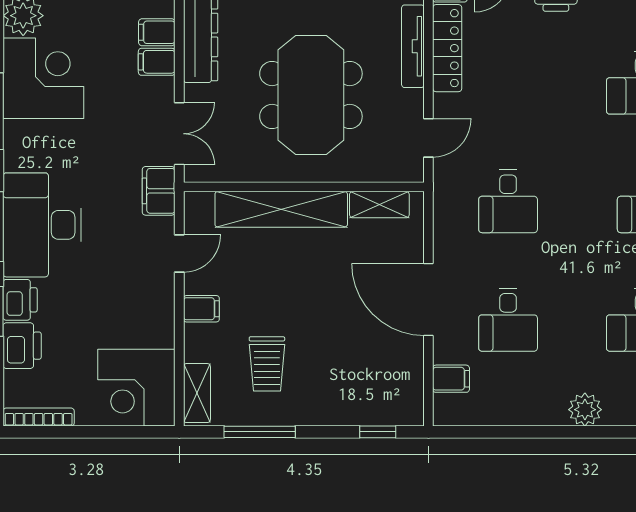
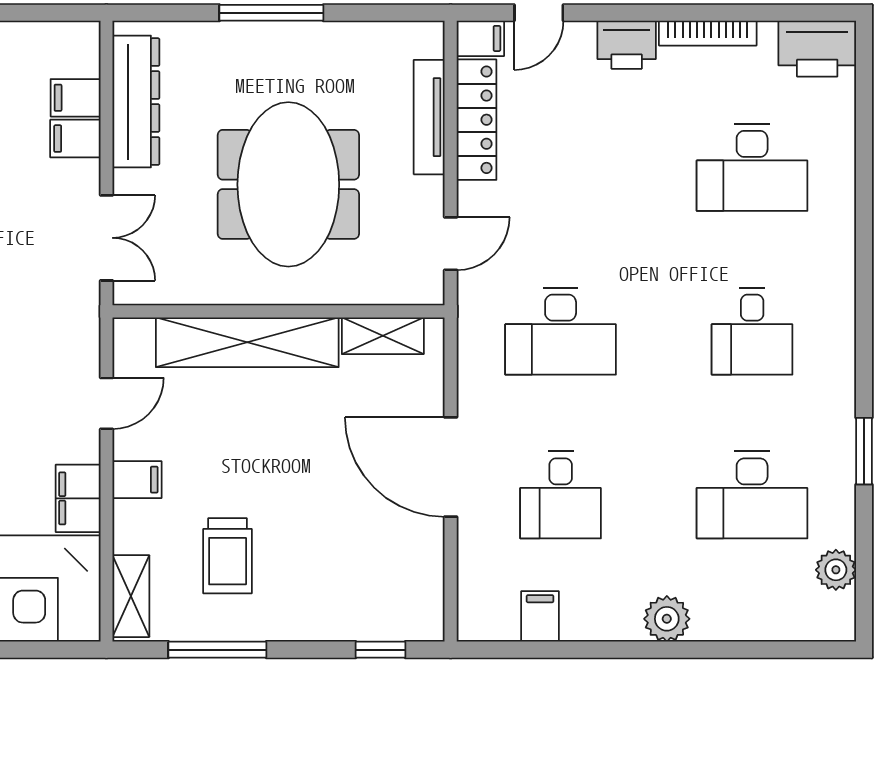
filing cabinet: (159, 191) -> (78, 498), moved
desk: (508, 201) -> (561, 331), width x1.37
filing cabinet: (451, 379) -> (540, 616), moved, turned -90

